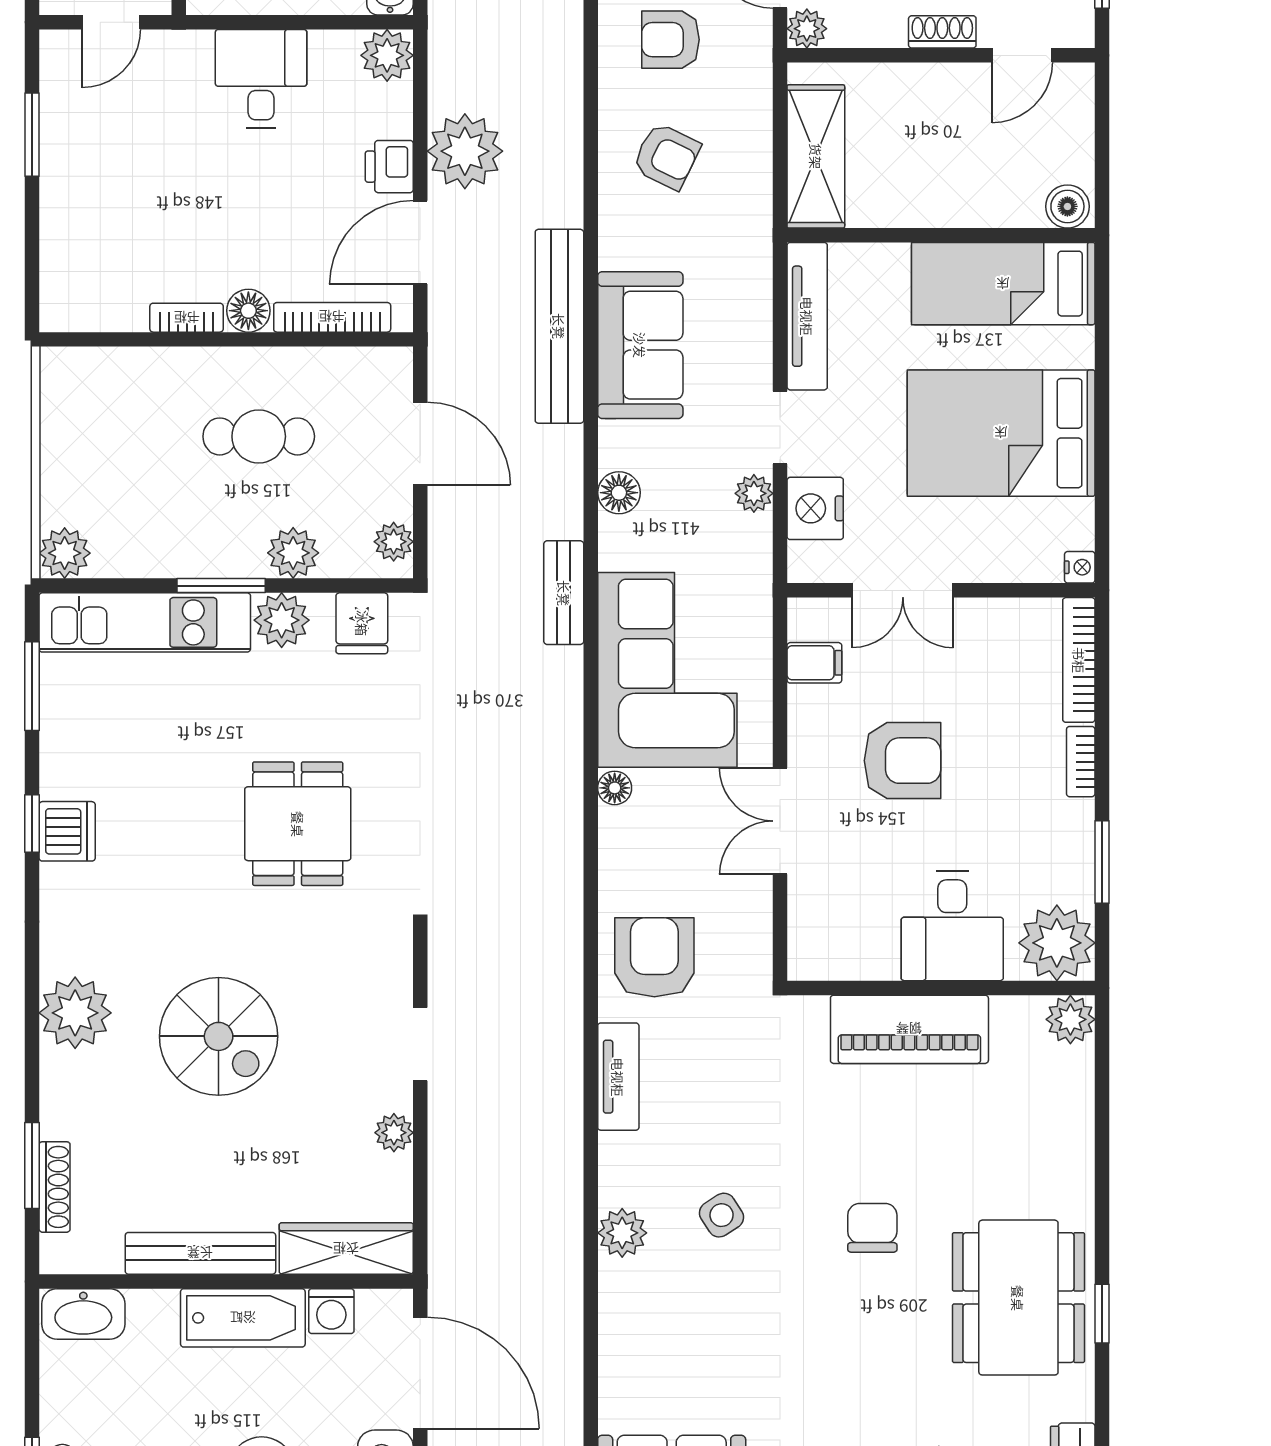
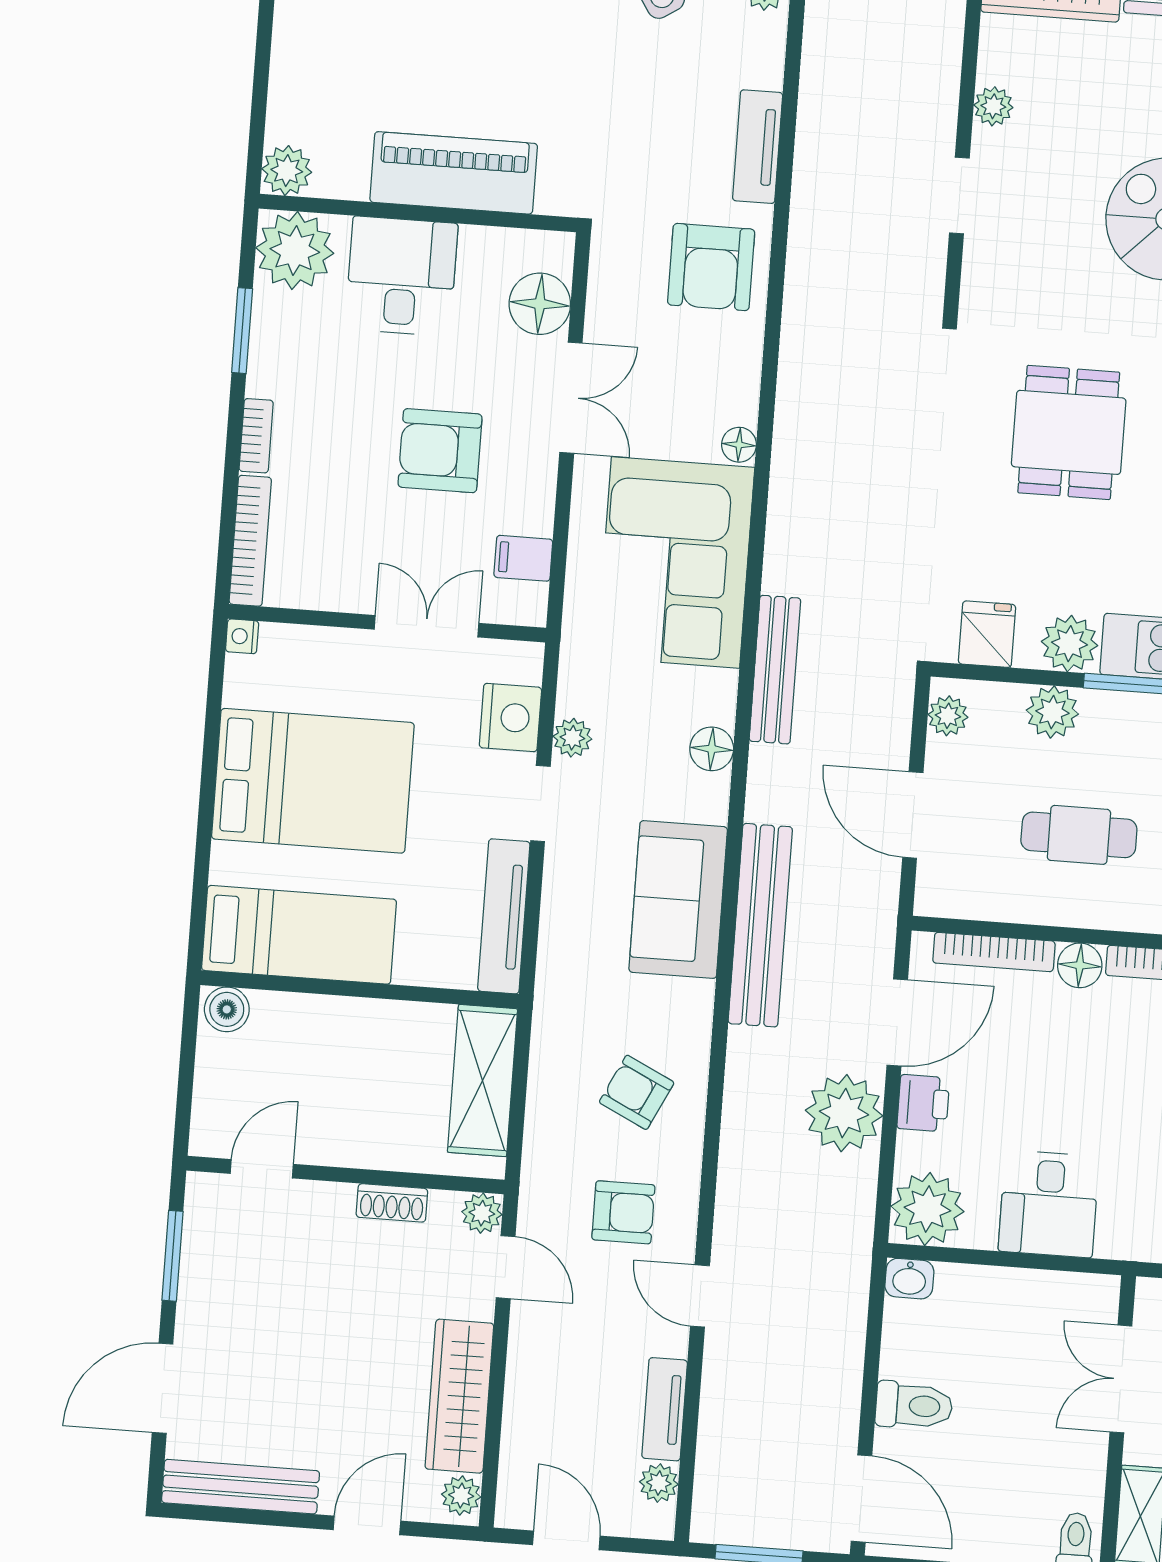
shoe rack: (942, 32) -> (392, 1203), moved
plant: (387, 55) -> (927, 1209), width x1.36, depth x1.36
bench: (564, 593) -> (775, 670), width x1.36
floor lamp: (817, 909) -> (540, 304), added

